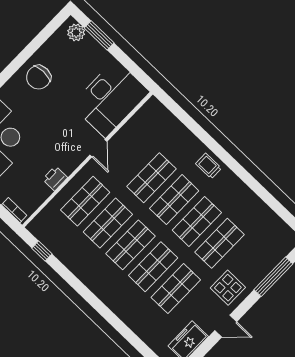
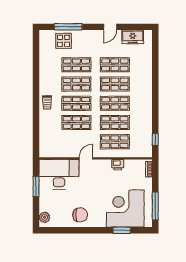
window: (99, 35) -> (36, 186), moved
display table: (228, 288) -> (64, 41), moved
door: (226, 326) -> (110, 27), swing flipped

